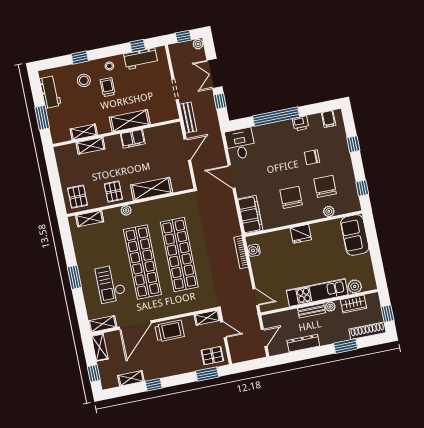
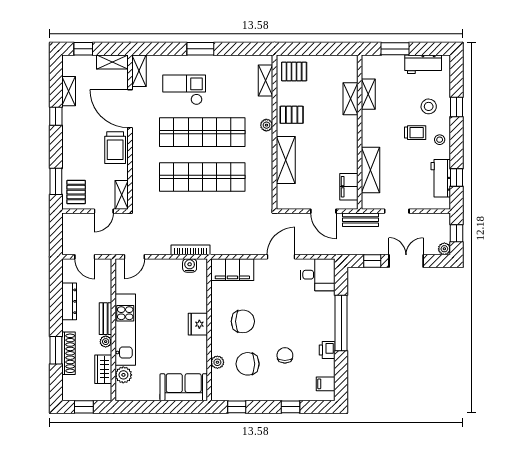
shelving: (130, 121) -> (371, 170), moved
filing cabinet: (133, 139) -> (349, 187), moved
chair: (325, 186) -> (248, 364), turned 180
shoe rack: (367, 331) -> (69, 353), moved

